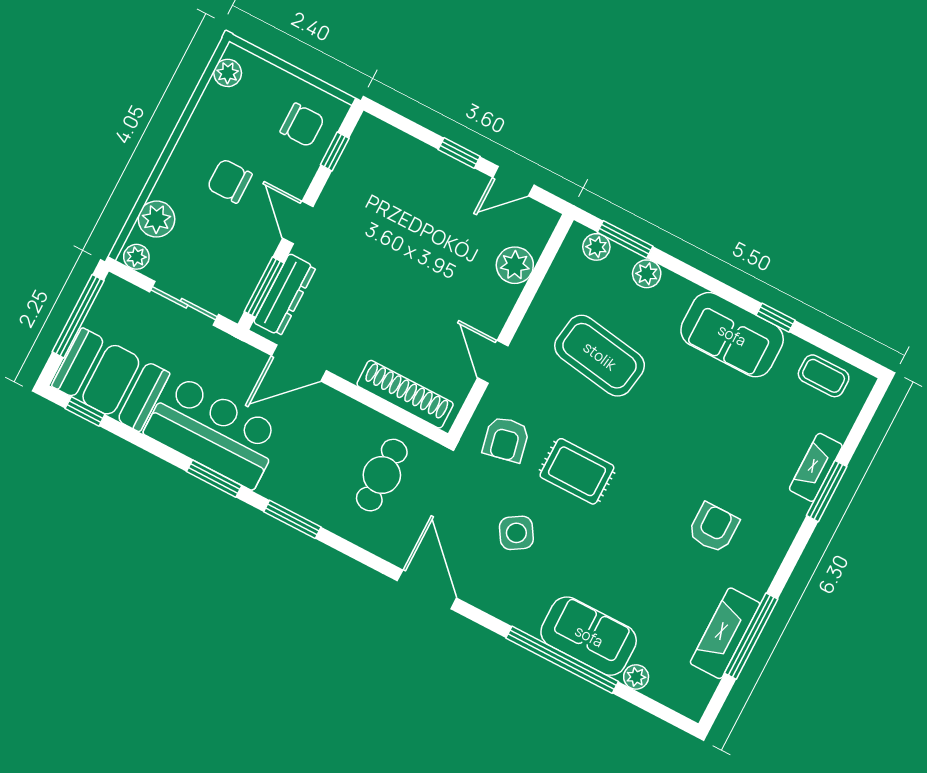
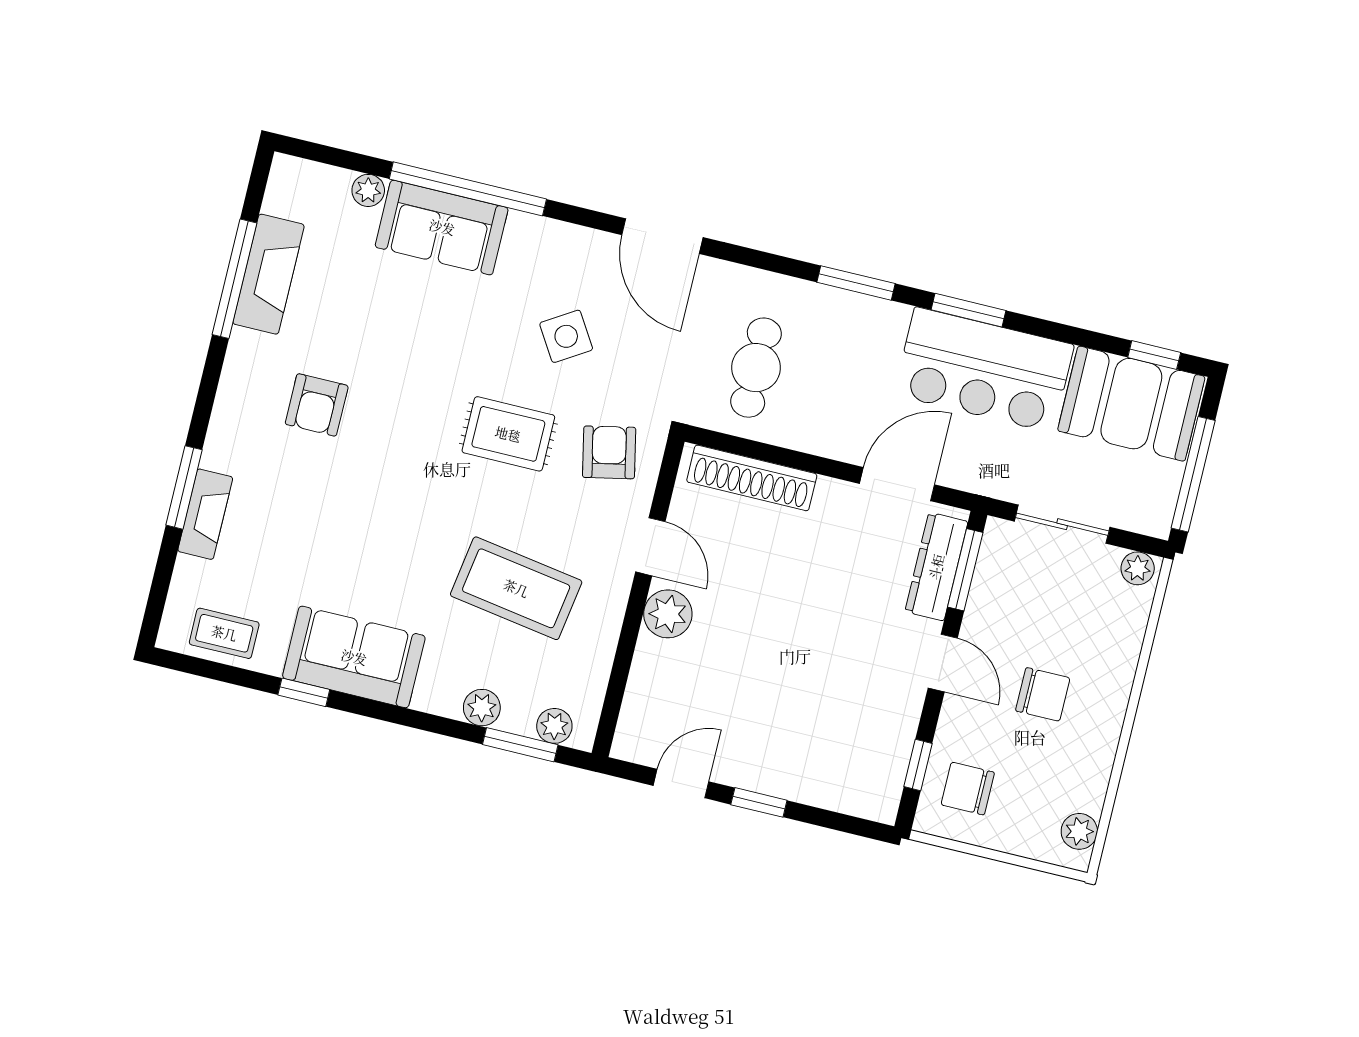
plant: (156, 219) -> (1124, 623), removed
plant: (515, 265) -> (668, 614), moved

